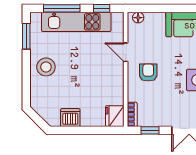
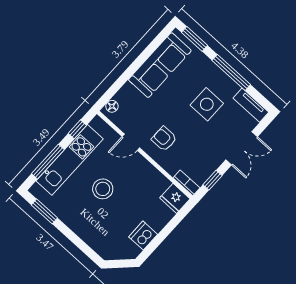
stool: (46, 67) -> (103, 189), moved

